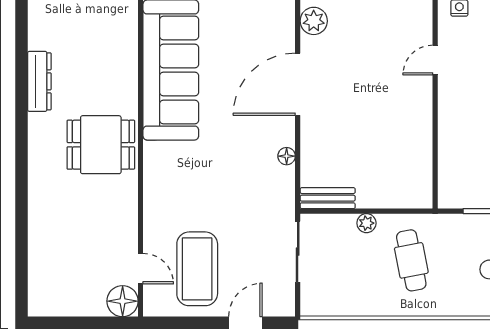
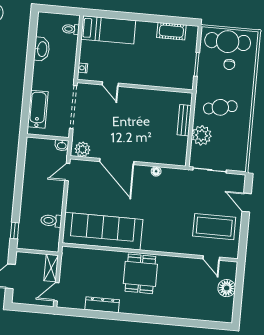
bench: (328, 198) -> (184, 120), moved
plant: (366, 223) -> (202, 135), width x1.88, depth x1.88
door: (141, 269) -> (211, 258), swing flipped
floor lamp: (123, 301) -> (227, 288), moved

